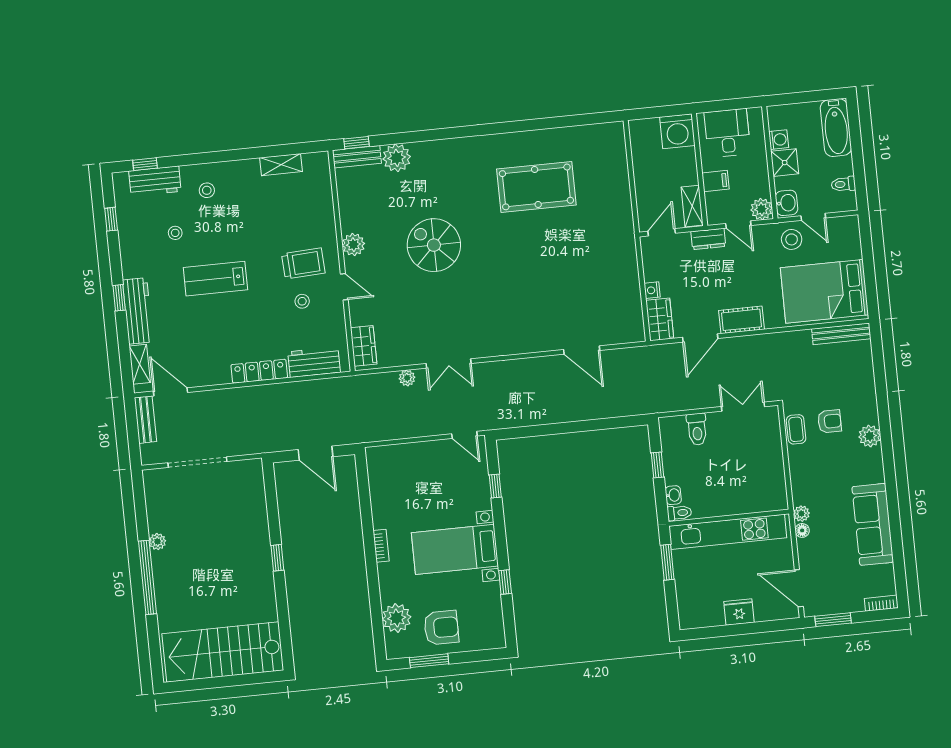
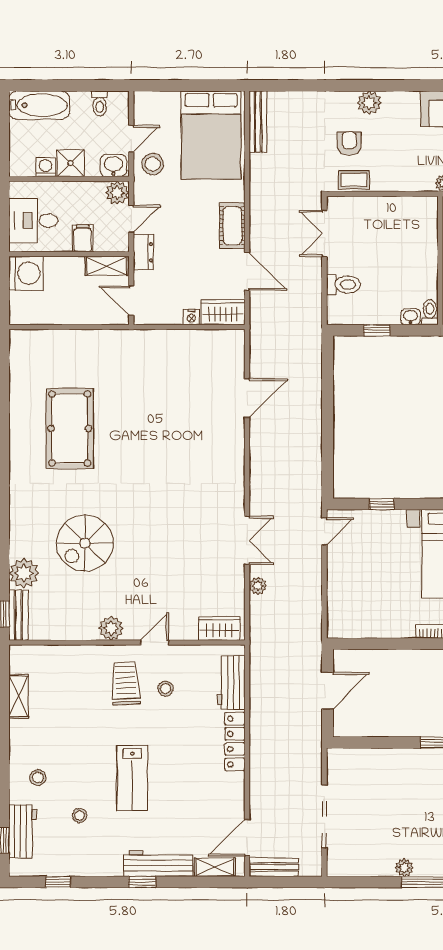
spiral stairs: (434, 245) -> (85, 543), moved

